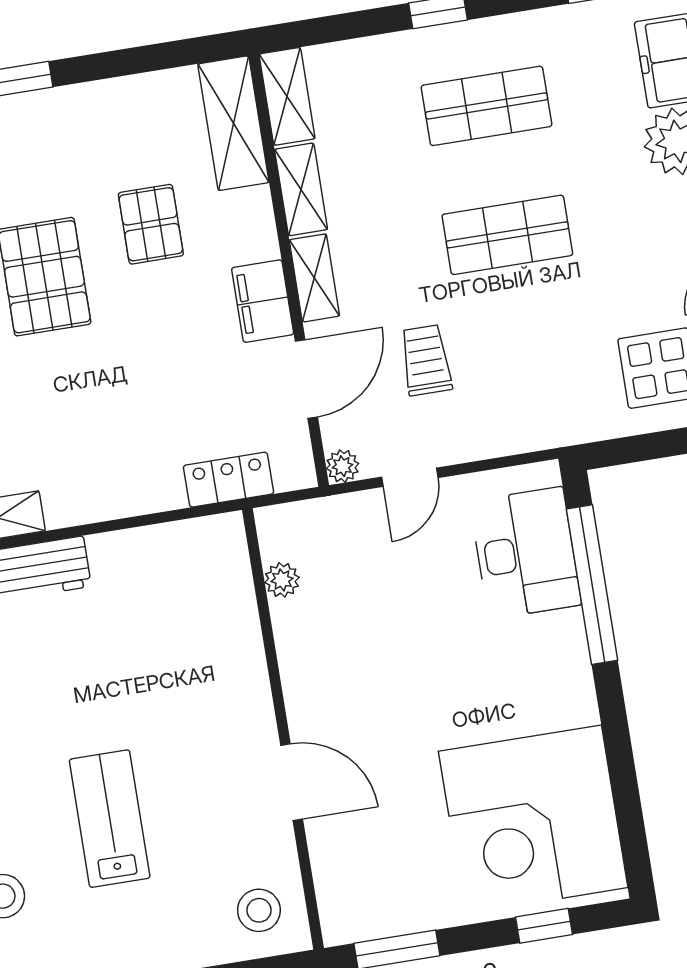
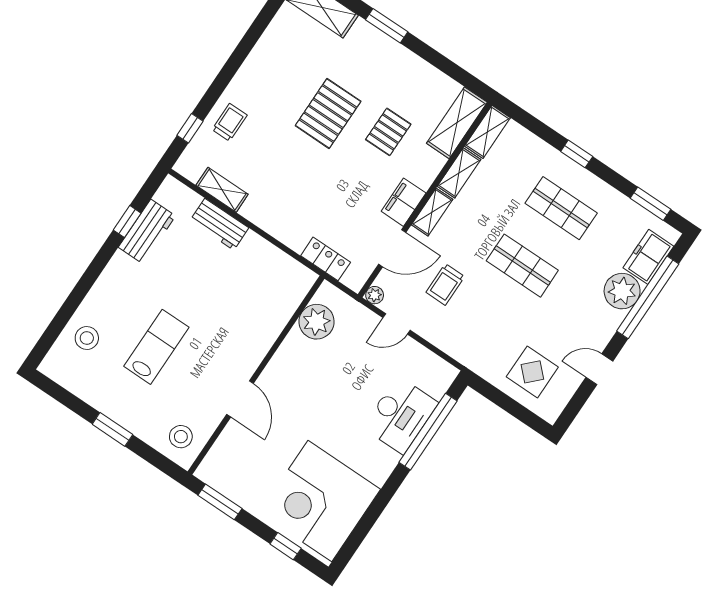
trolley: (426, 360) -> (445, 284), turned 180
desk: (526, 553) -> (400, 415), moved
plant: (282, 580) -> (317, 322), width x1.88, depth x1.88

